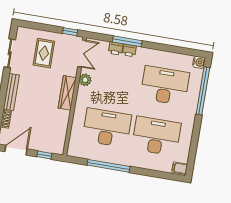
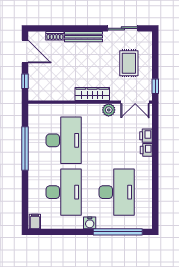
window: (127, 41) -> (155, 146), removed
rug: (44, 53) -> (129, 63), turned 90
water cooler: (199, 62) -> (90, 223), moved

